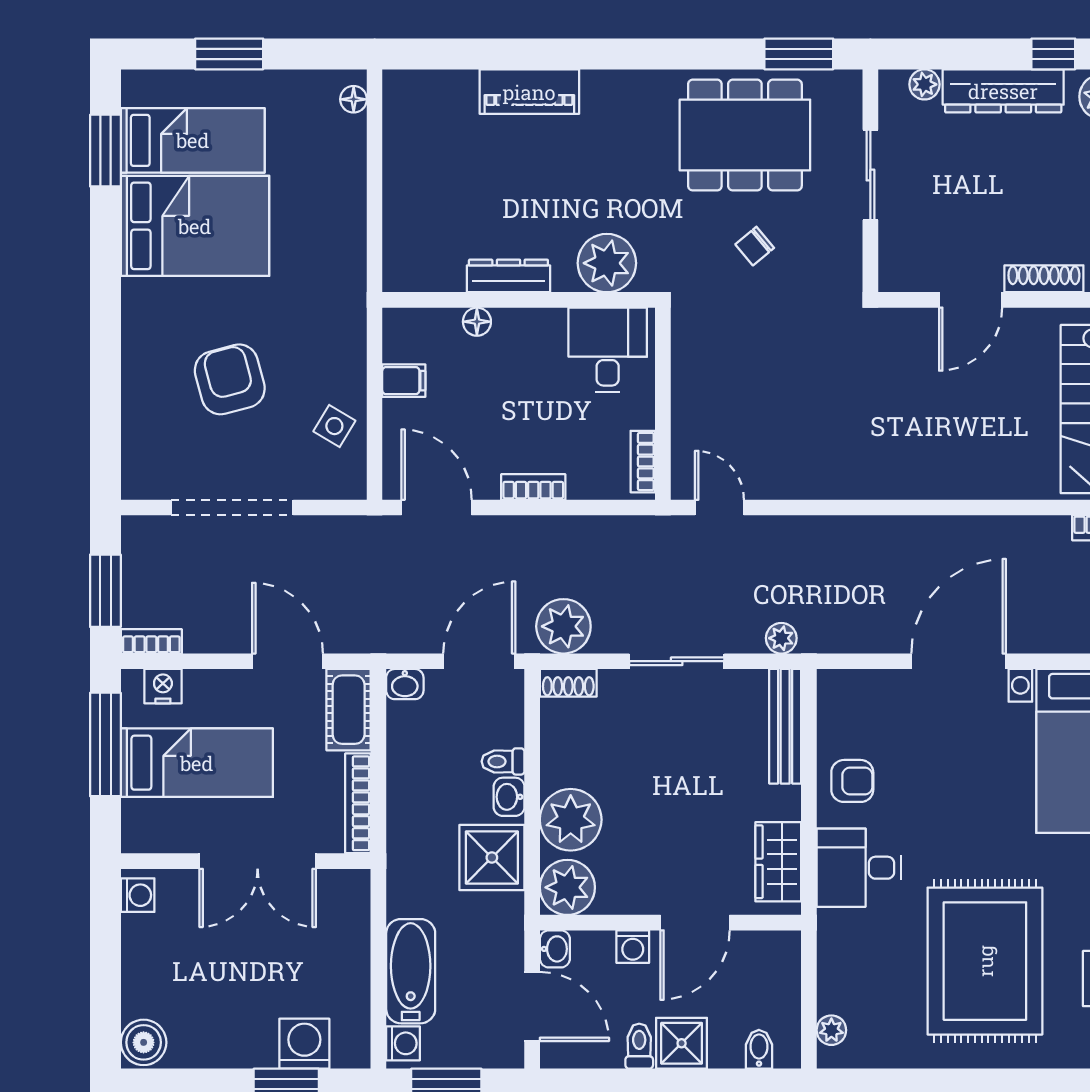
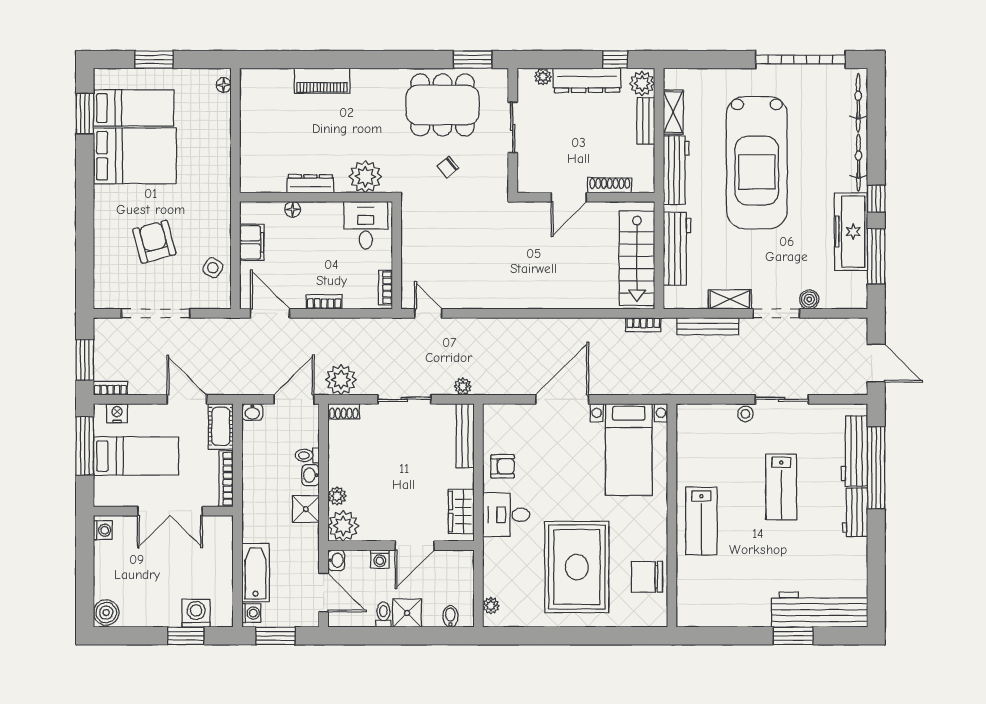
filing cabinet: (404, 381) -> (252, 242), width x2.00
plant: (571, 820) -> (337, 496), width x0.53, depth x0.53
shower: (492, 858) -> (306, 509), width x0.73, depth x0.73

